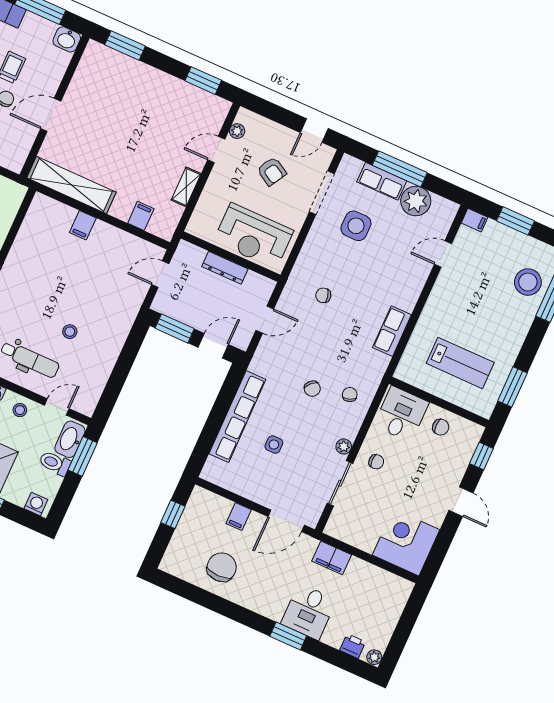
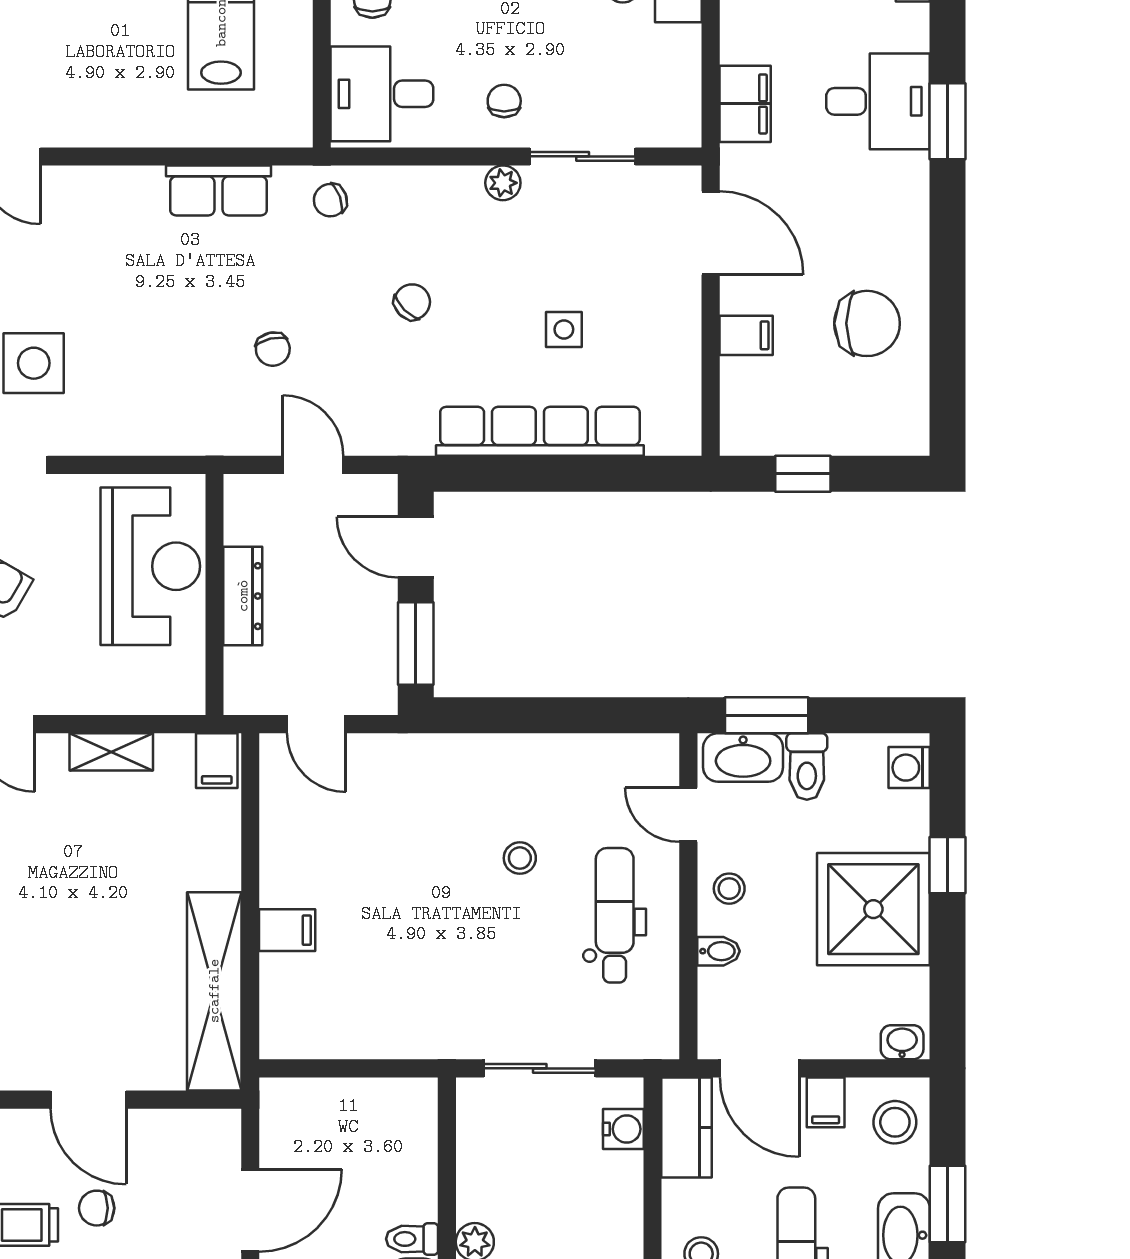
filing cabinet: (141, 216) -> (217, 761), moved, turned -90
chair: (323, 295) -> (273, 349), moved
chair: (350, 395) -> (330, 200), moved
chair: (222, 567) -> (867, 323), turned 180

